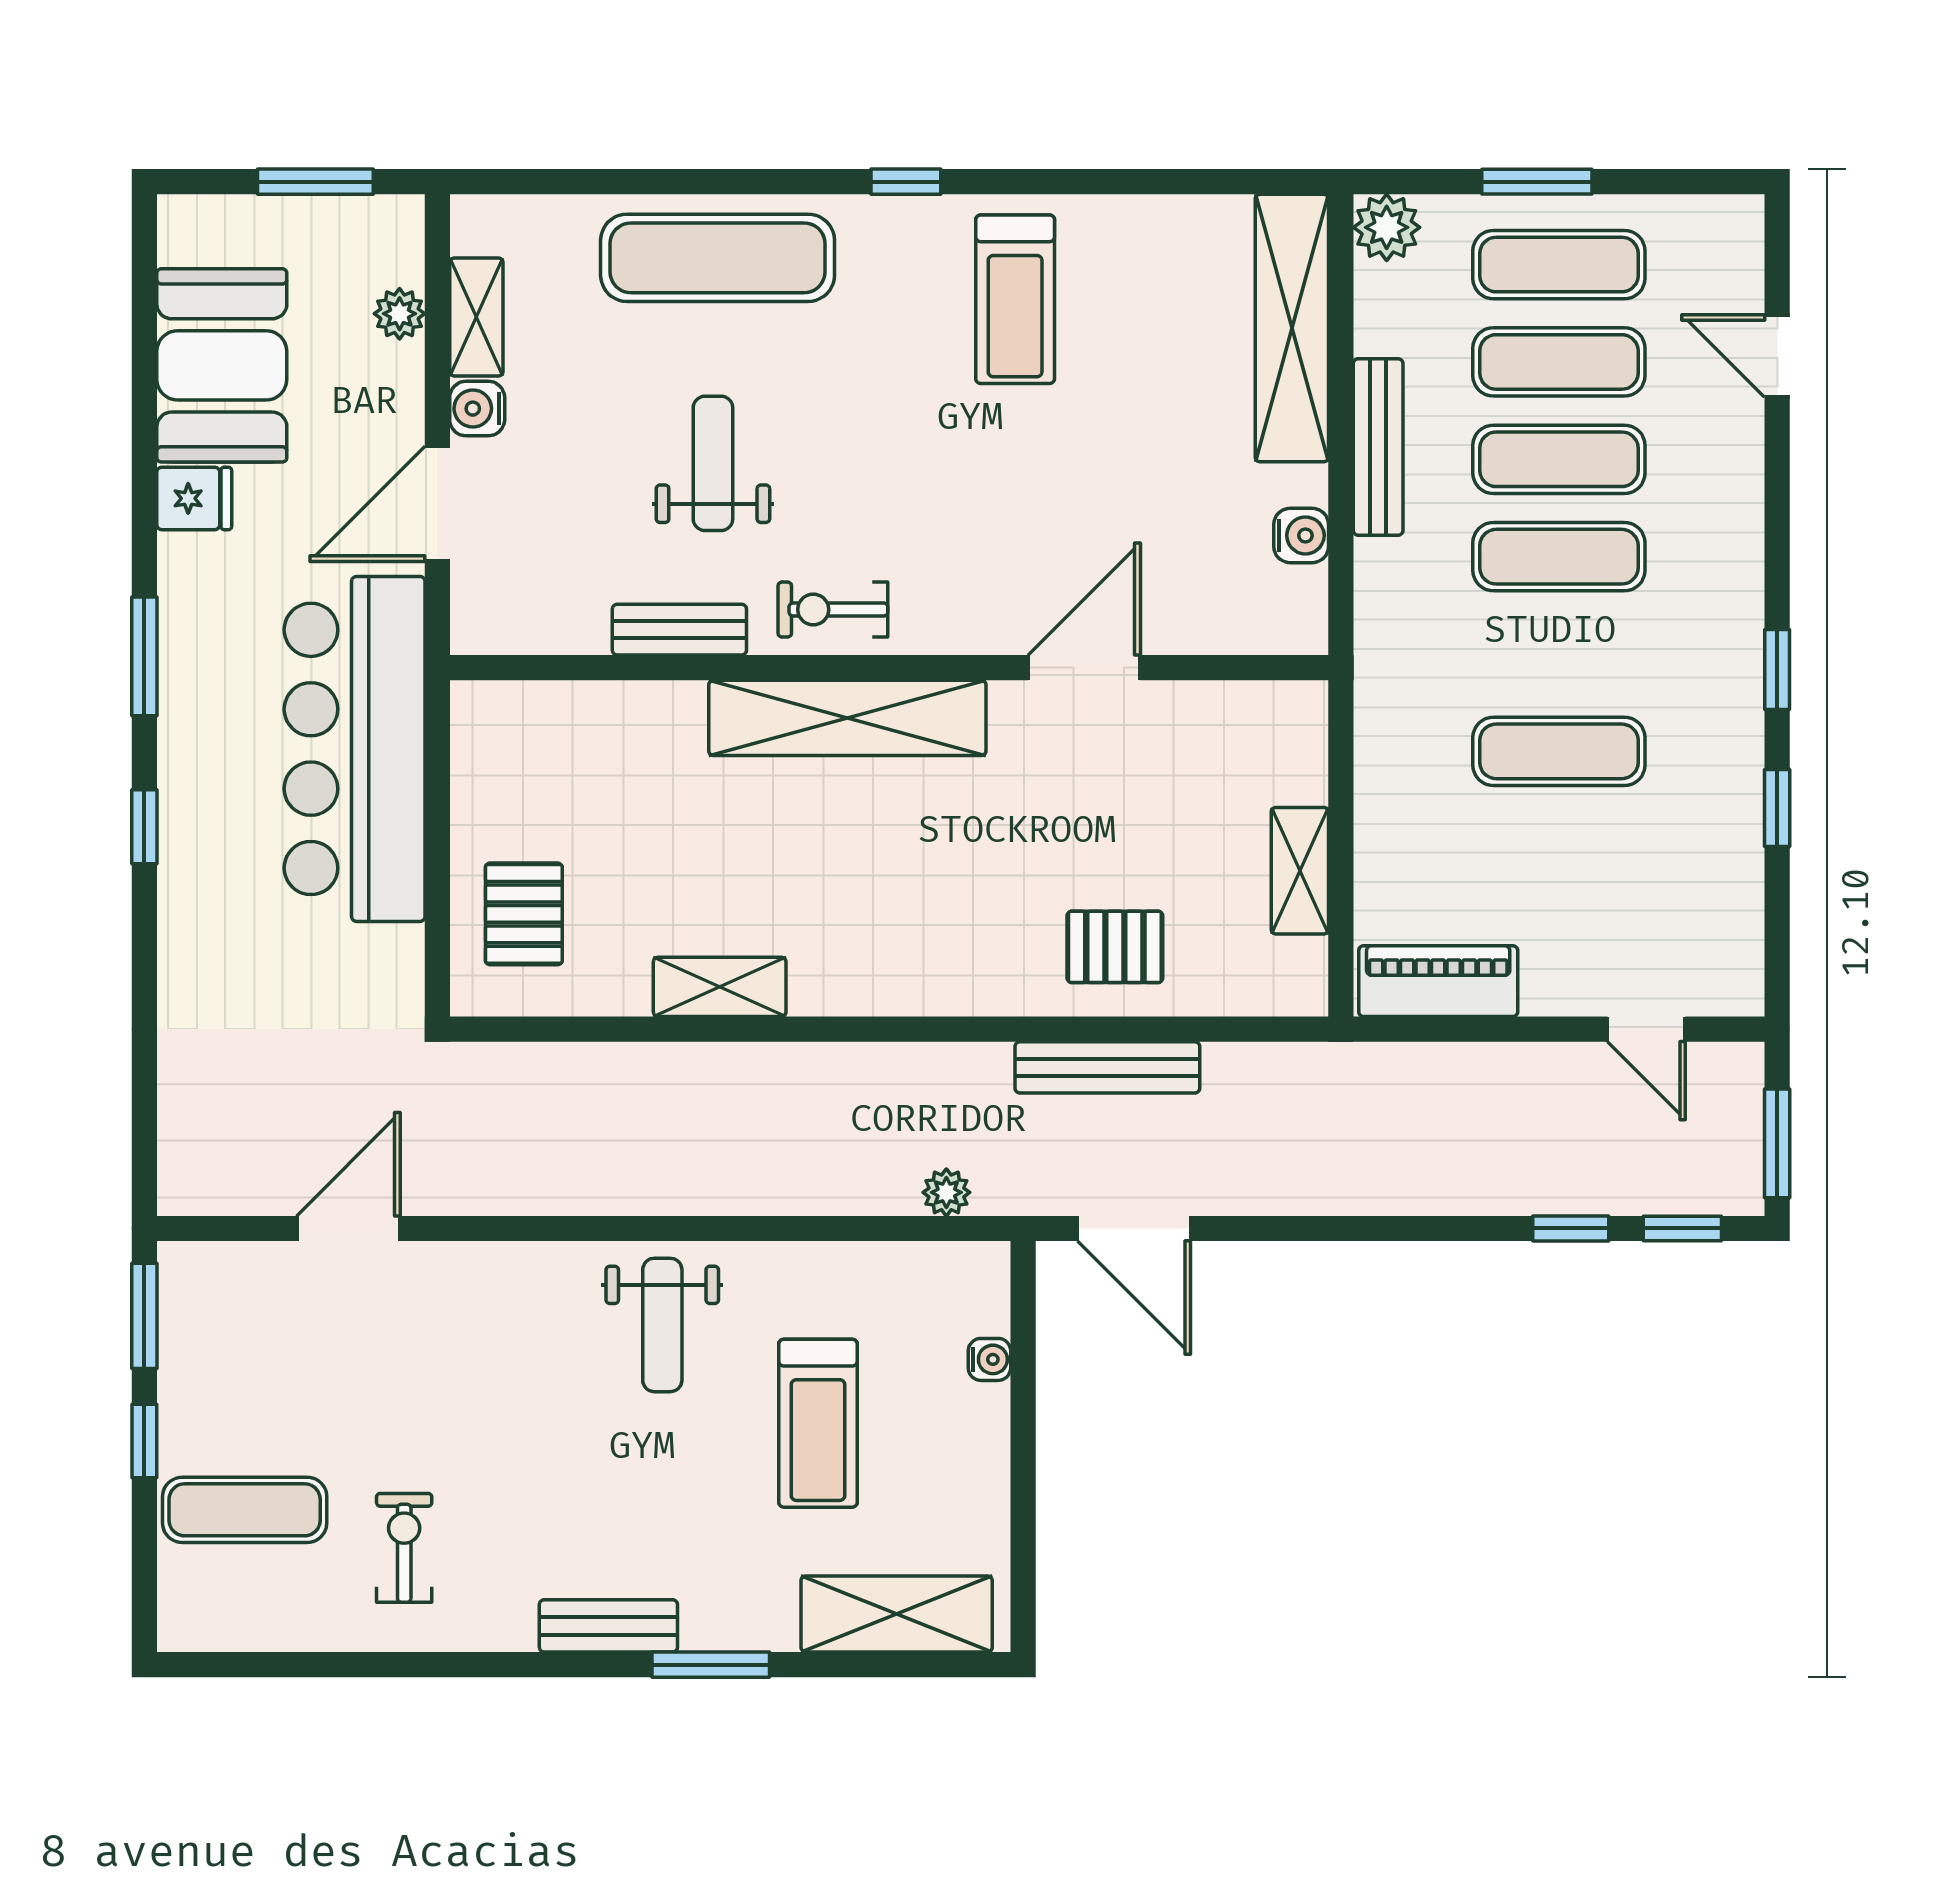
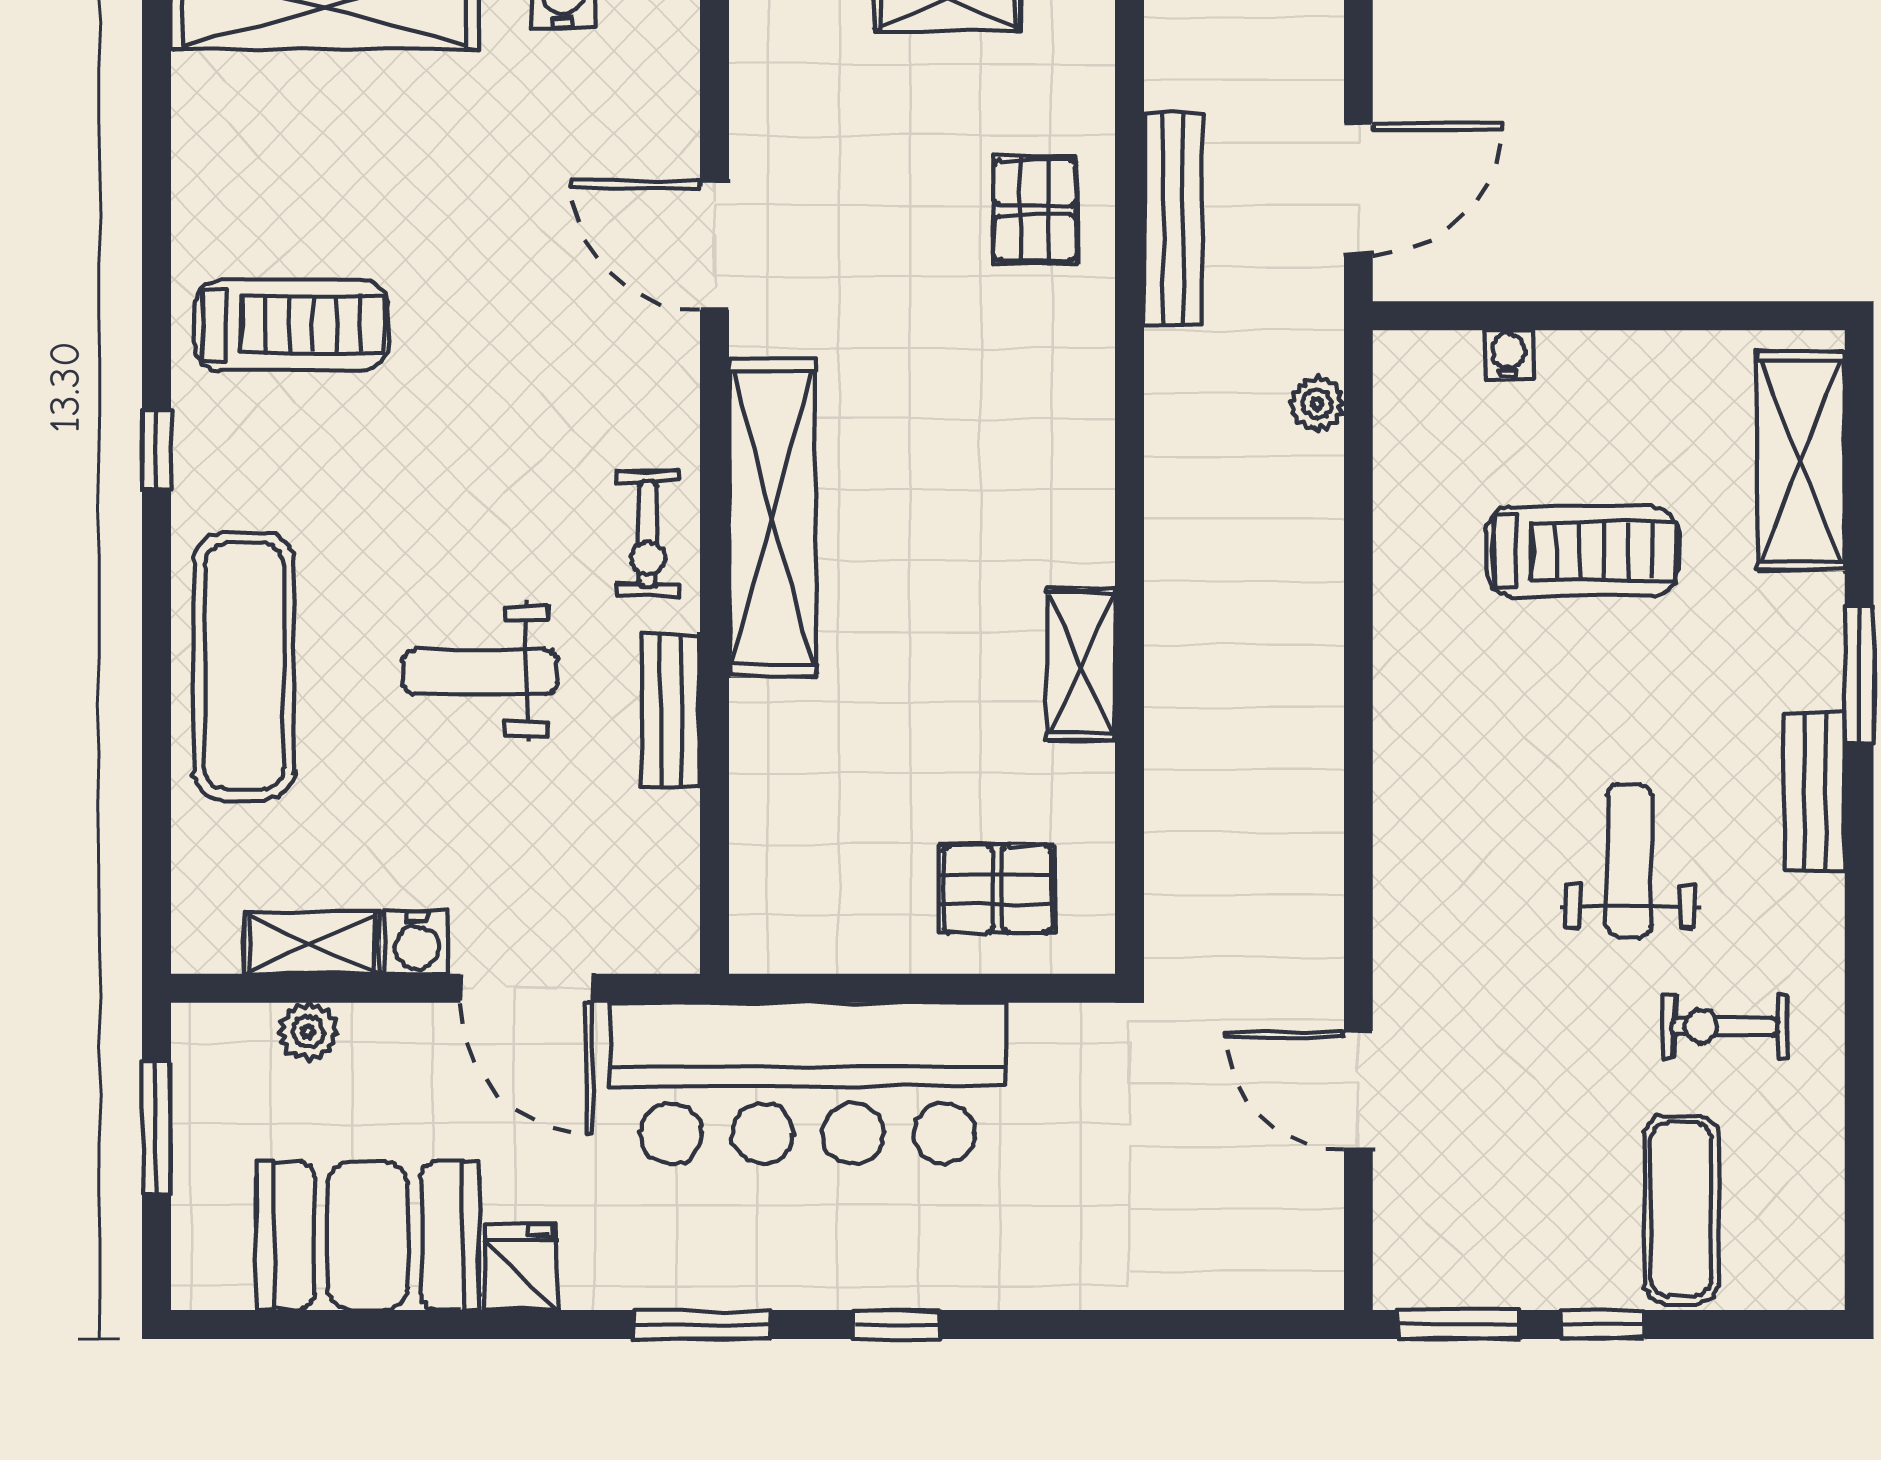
weight bench: (662, 1325) -> (1630, 861), moved, turned -90

